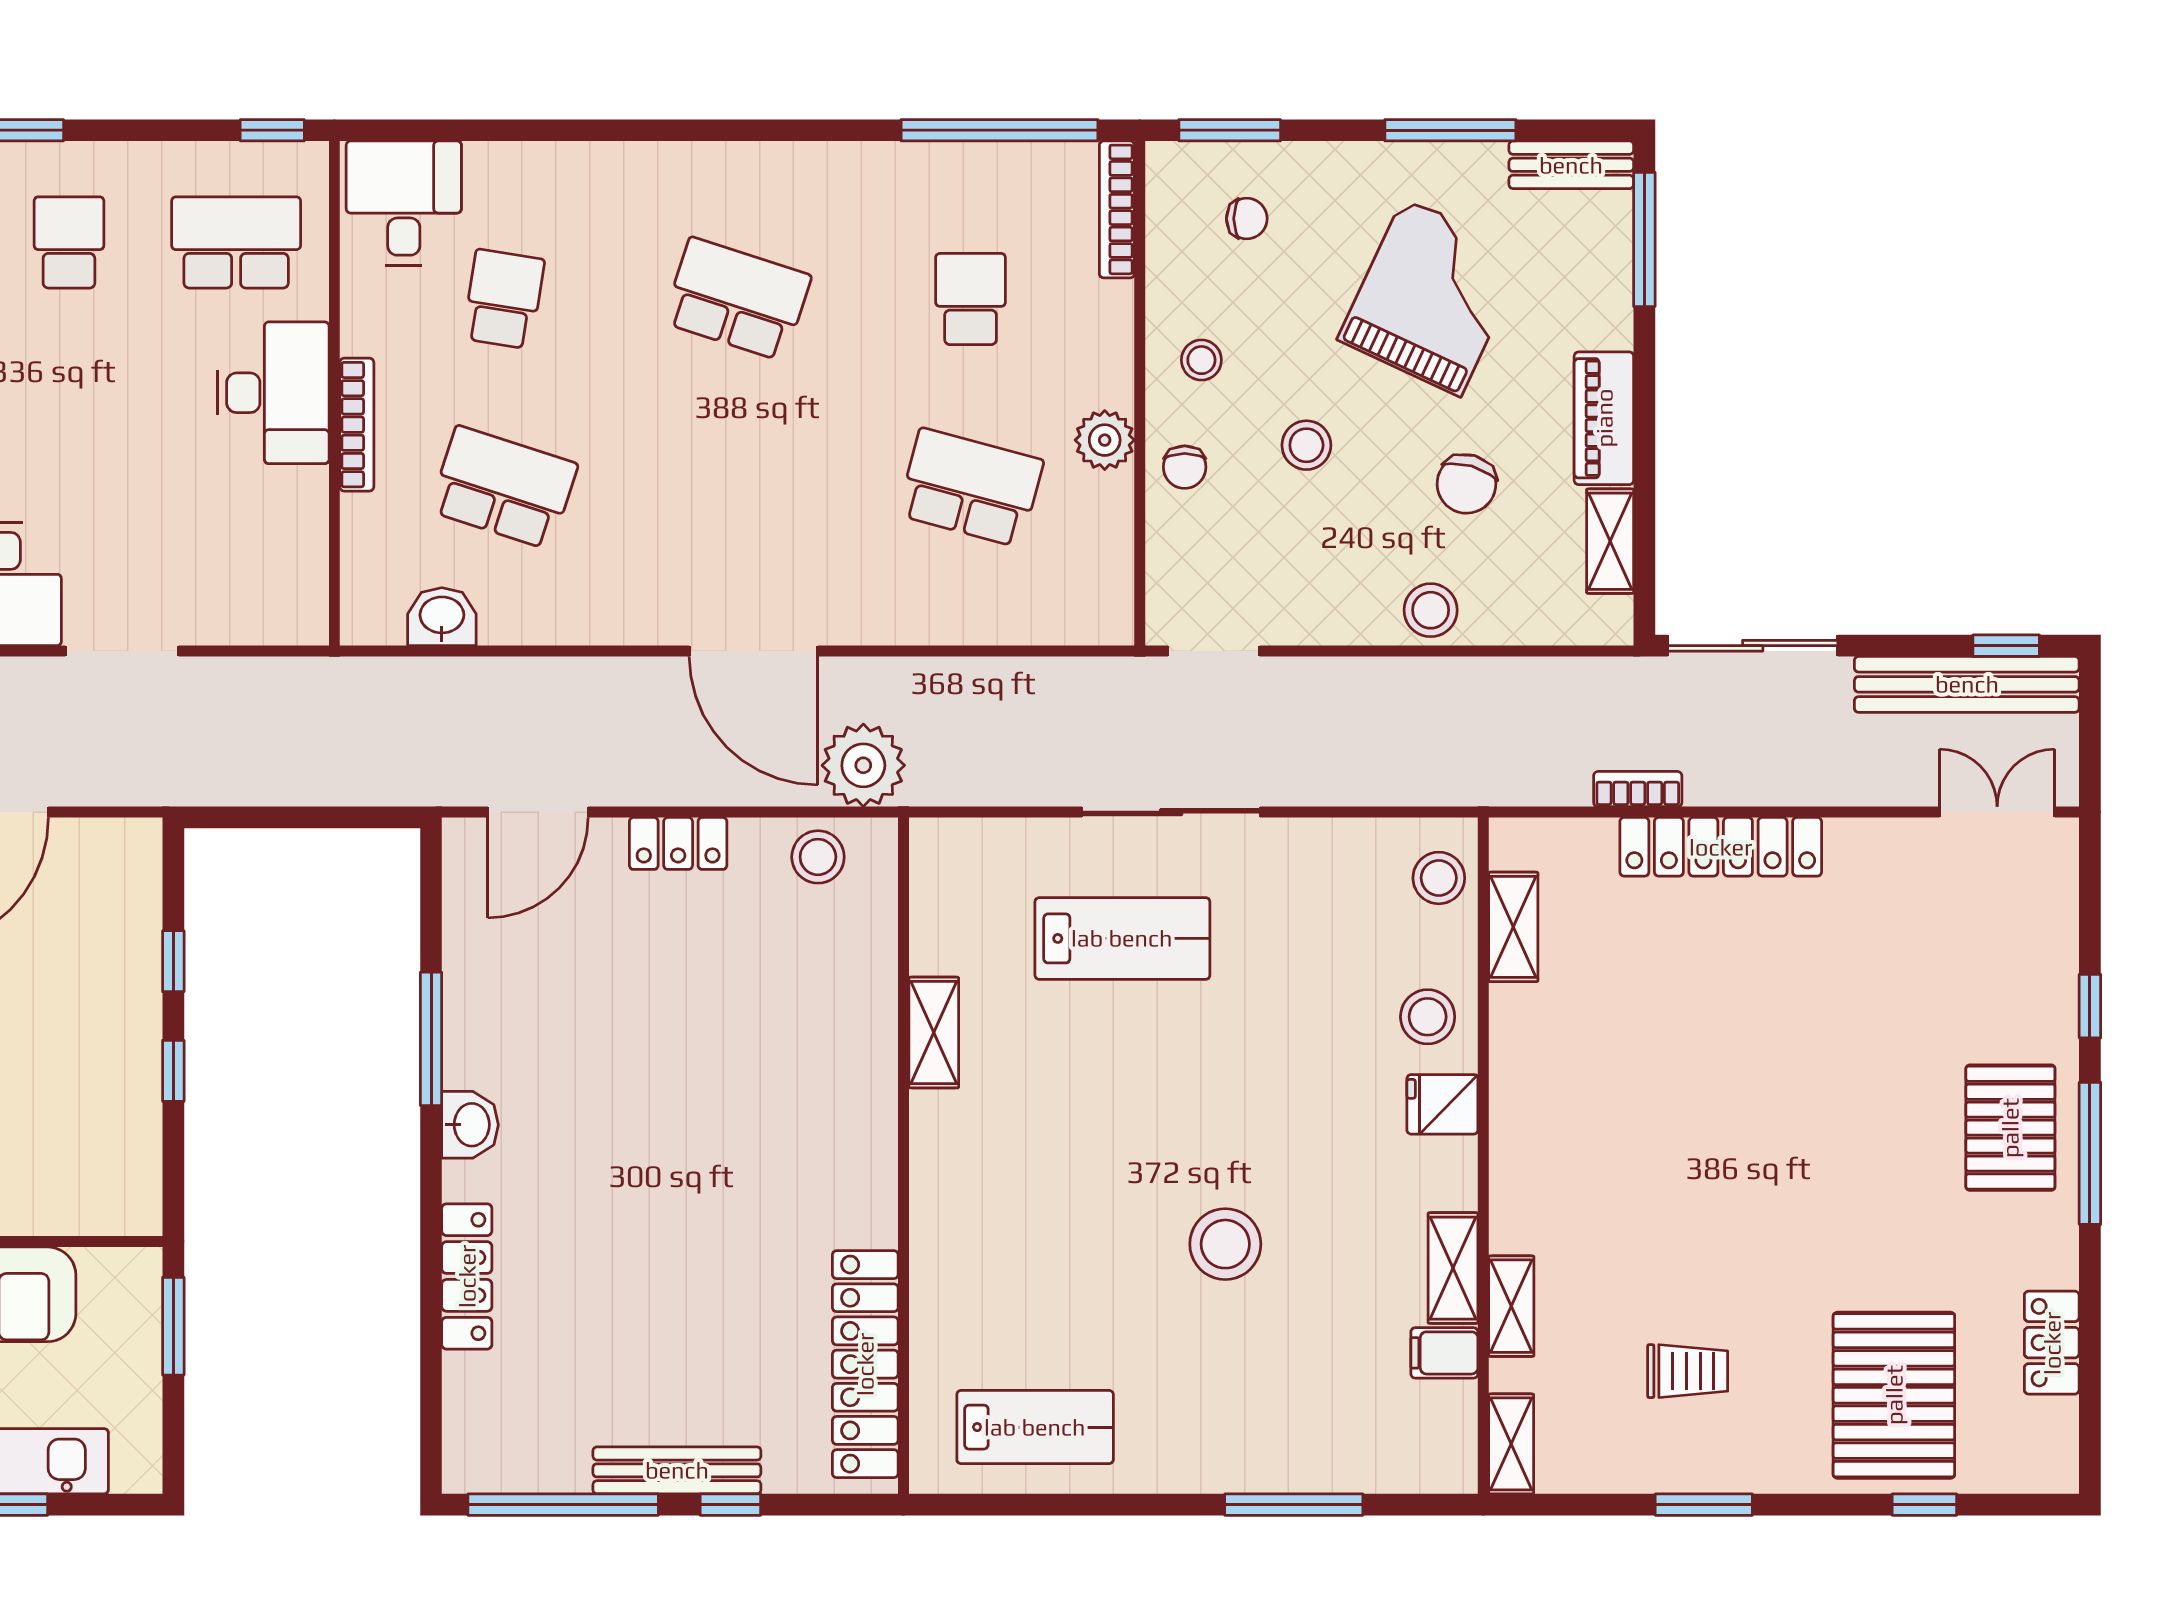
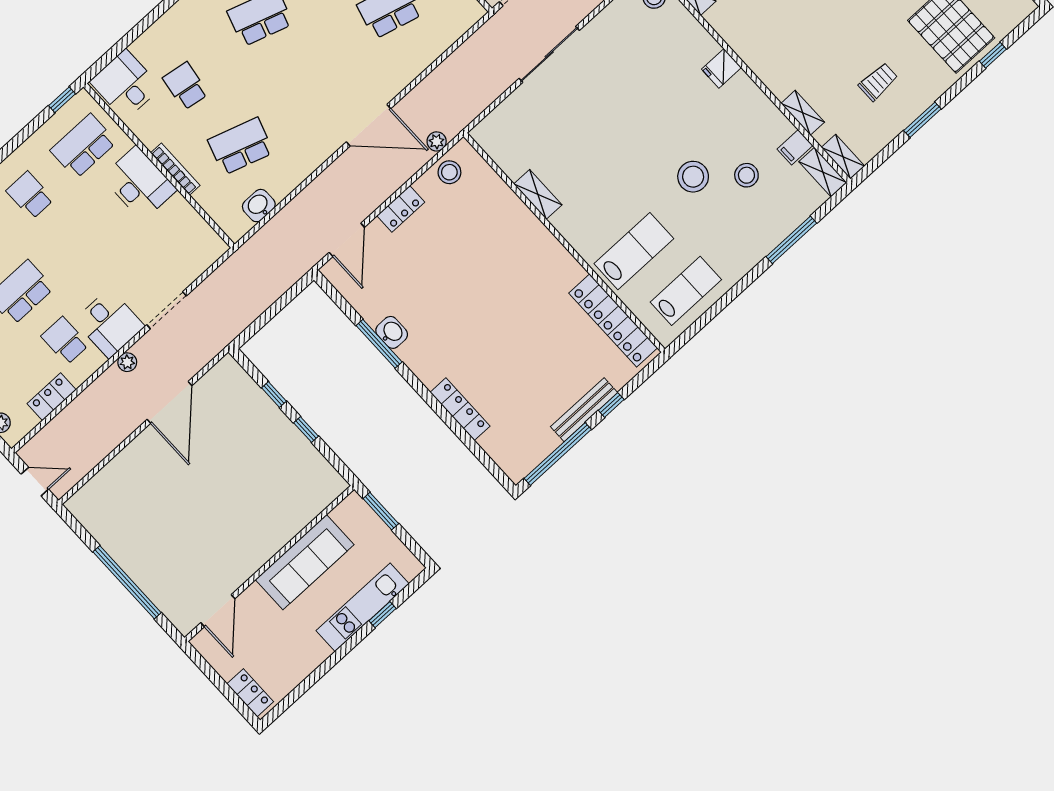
plant: (863, 765) -> (437, 141), width x0.53, depth x0.53
lab bench: (1122, 938) -> (634, 251), moved
stool: (1428, 1017) -> (746, 175), moved
washbasin: (470, 1125) -> (392, 332), moved
shelving: (1453, 1268) -> (823, 172), moved

